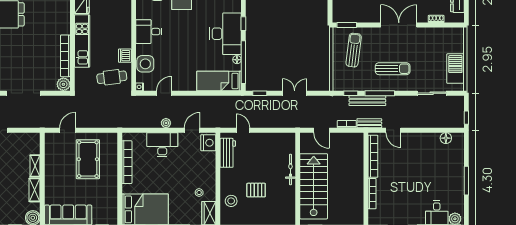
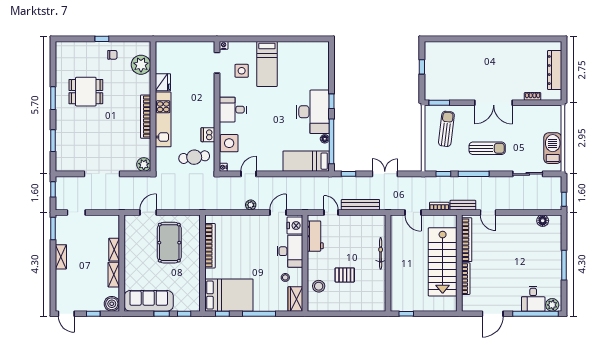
double door: (399, 25) -> (494, 103), swing flipped
bookcase: (65, 56) -> (146, 117), moved
bench: (367, 101) -> (360, 205), moved
desk: (162, 145) -> (290, 251), moved, turned 90
stairs: (314, 186) -> (443, 262), moved, turned 180

